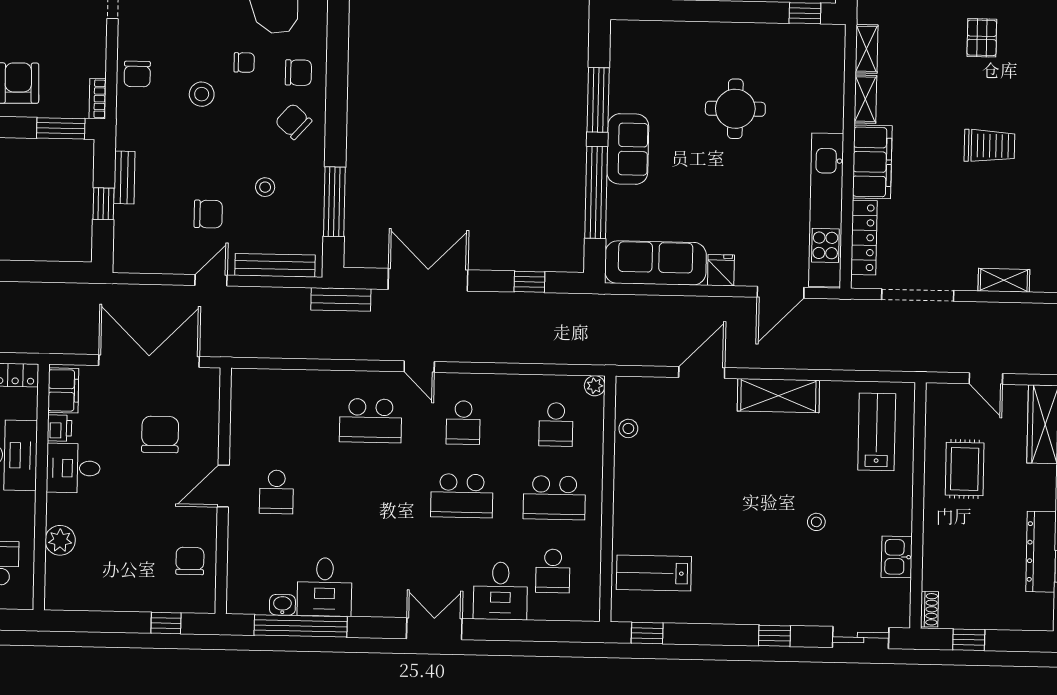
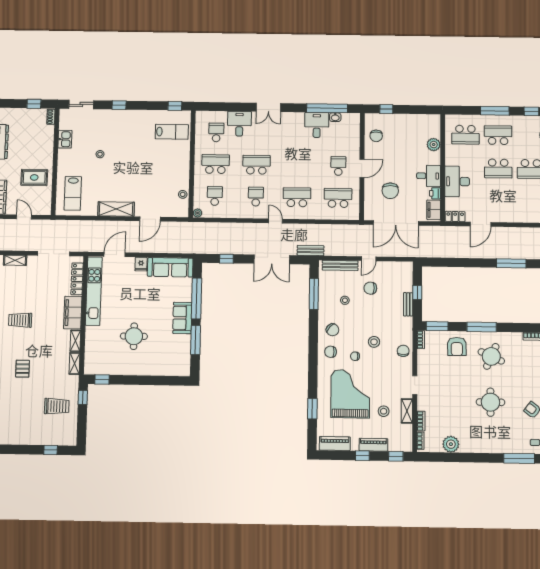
school desk: (278, 419) -> (338, 198), added
rug: (965, 469) -> (34, 177), turned 90

